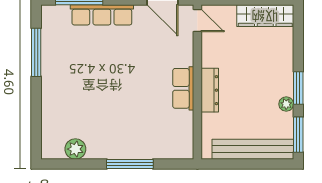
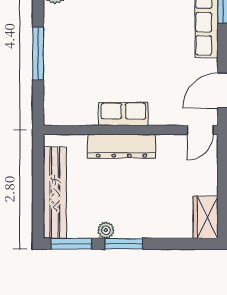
wardrobe: (265, 16) -> (206, 217), width x0.67
dresser: (210, 90) -> (121, 146), width x1.37, depth x1.24

